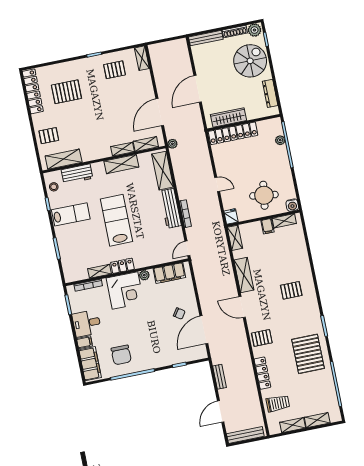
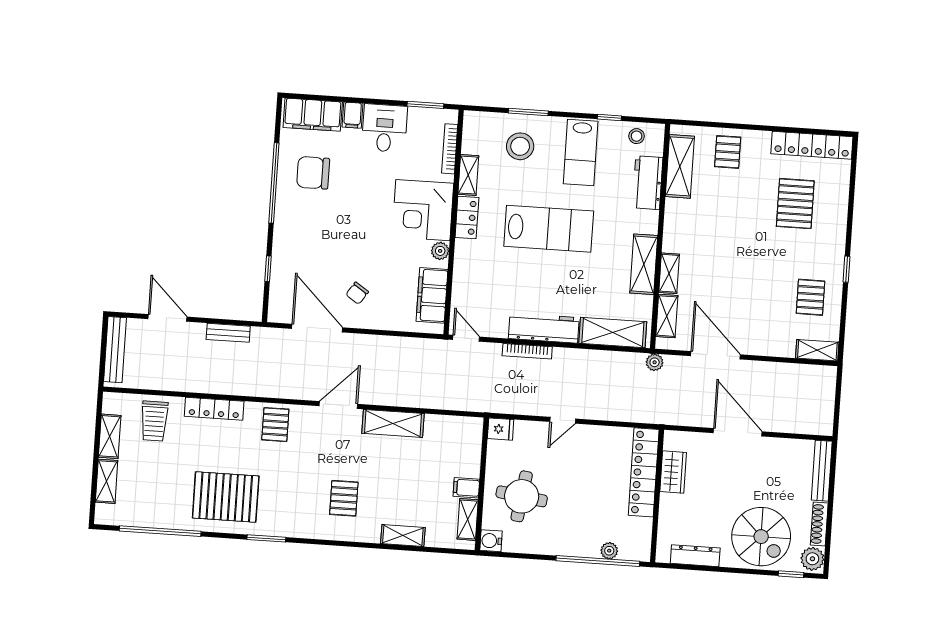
wardrobe: (229, 118) -> (673, 472), width x0.67
shelving: (235, 238) -> (403, 536), moved
stool: (76, 248) -> (520, 146), added

